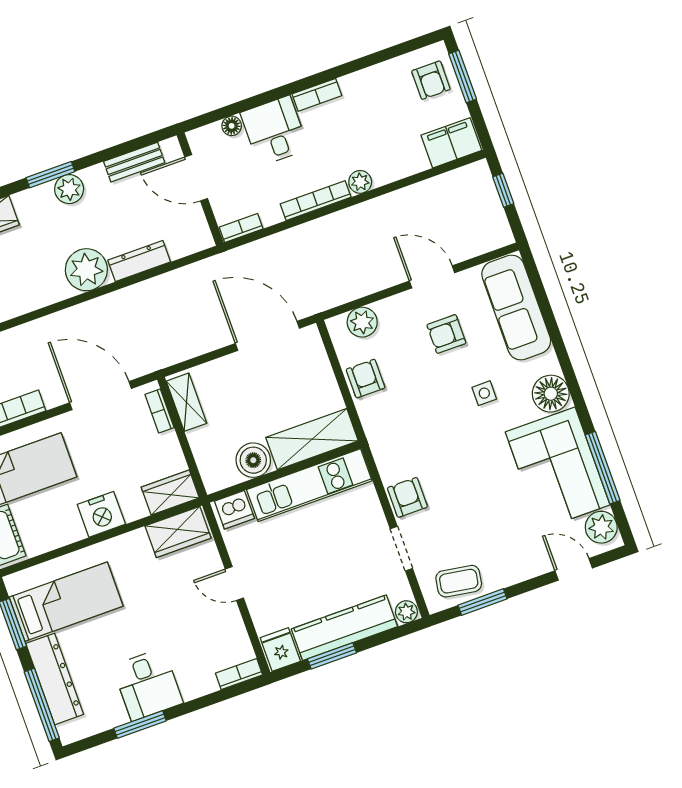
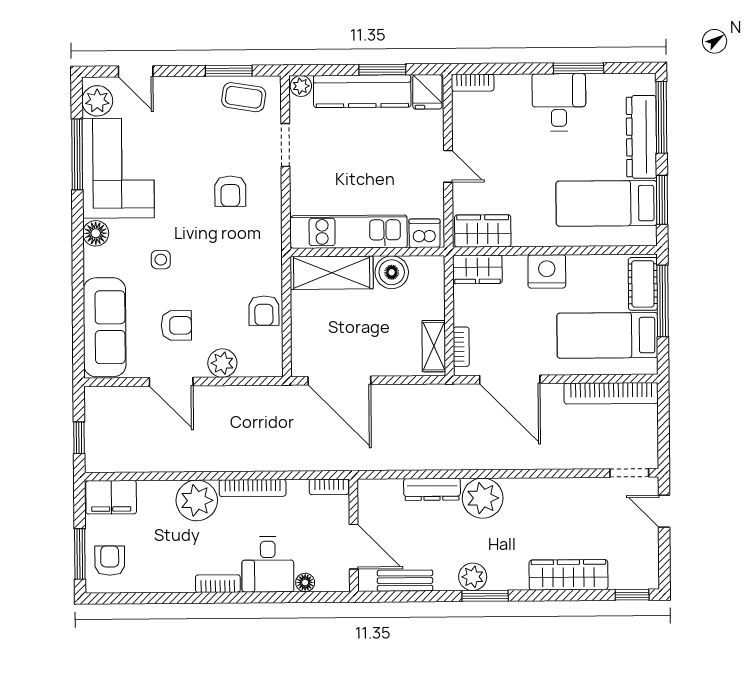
plant: (360, 182) -> (197, 500), width x1.88, depth x1.88
plant: (362, 322) -> (222, 363), moved
floor lamp: (551, 394) -> (96, 233), width x0.73, depth x0.73
armchair: (407, 497) -> (230, 191), moved

